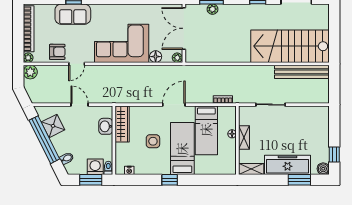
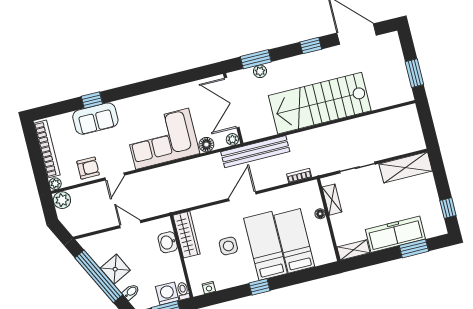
window: (334, 41) -> (414, 73), added
stairs: (290, 46) -> (320, 103), moved
bench: (302, 72) -> (255, 152), moved
shelving: (309, 114) -> (406, 167), added
shower: (53, 126) -> (115, 269), moved
bed: (206, 130) -> (294, 241), moved, turned 180
shelving: (244, 138) -> (332, 200), moved
boiler: (323, 169) -> (439, 228), removed

